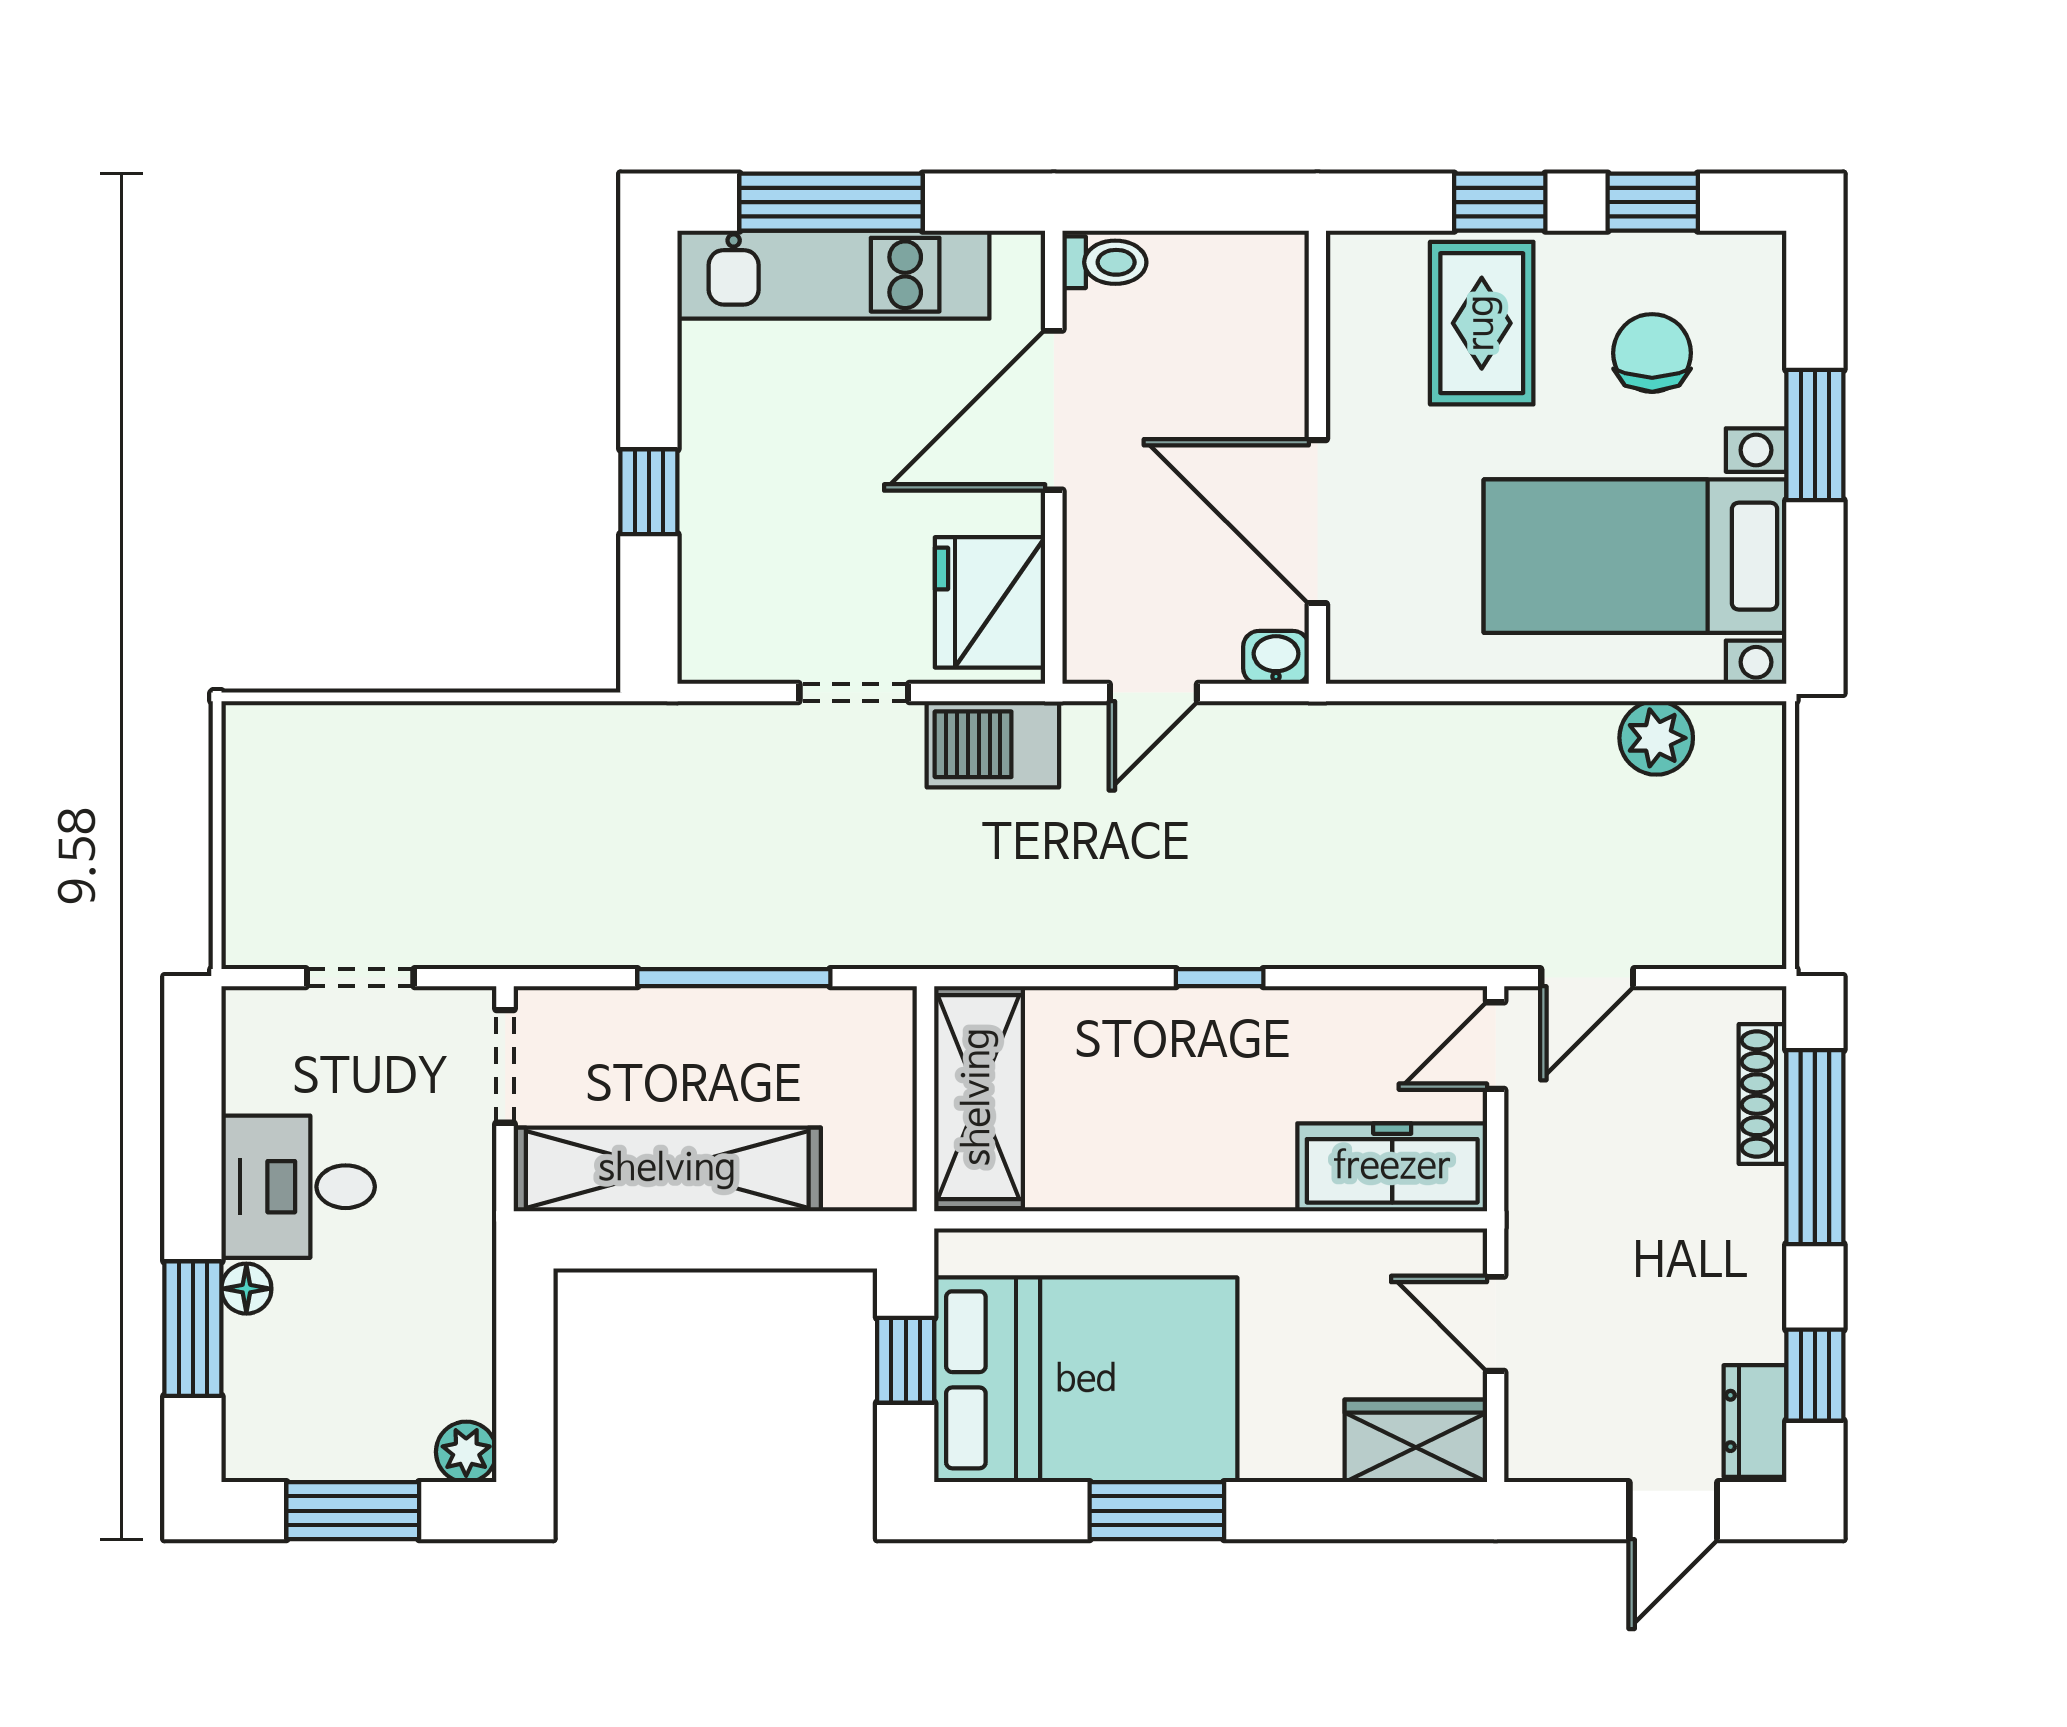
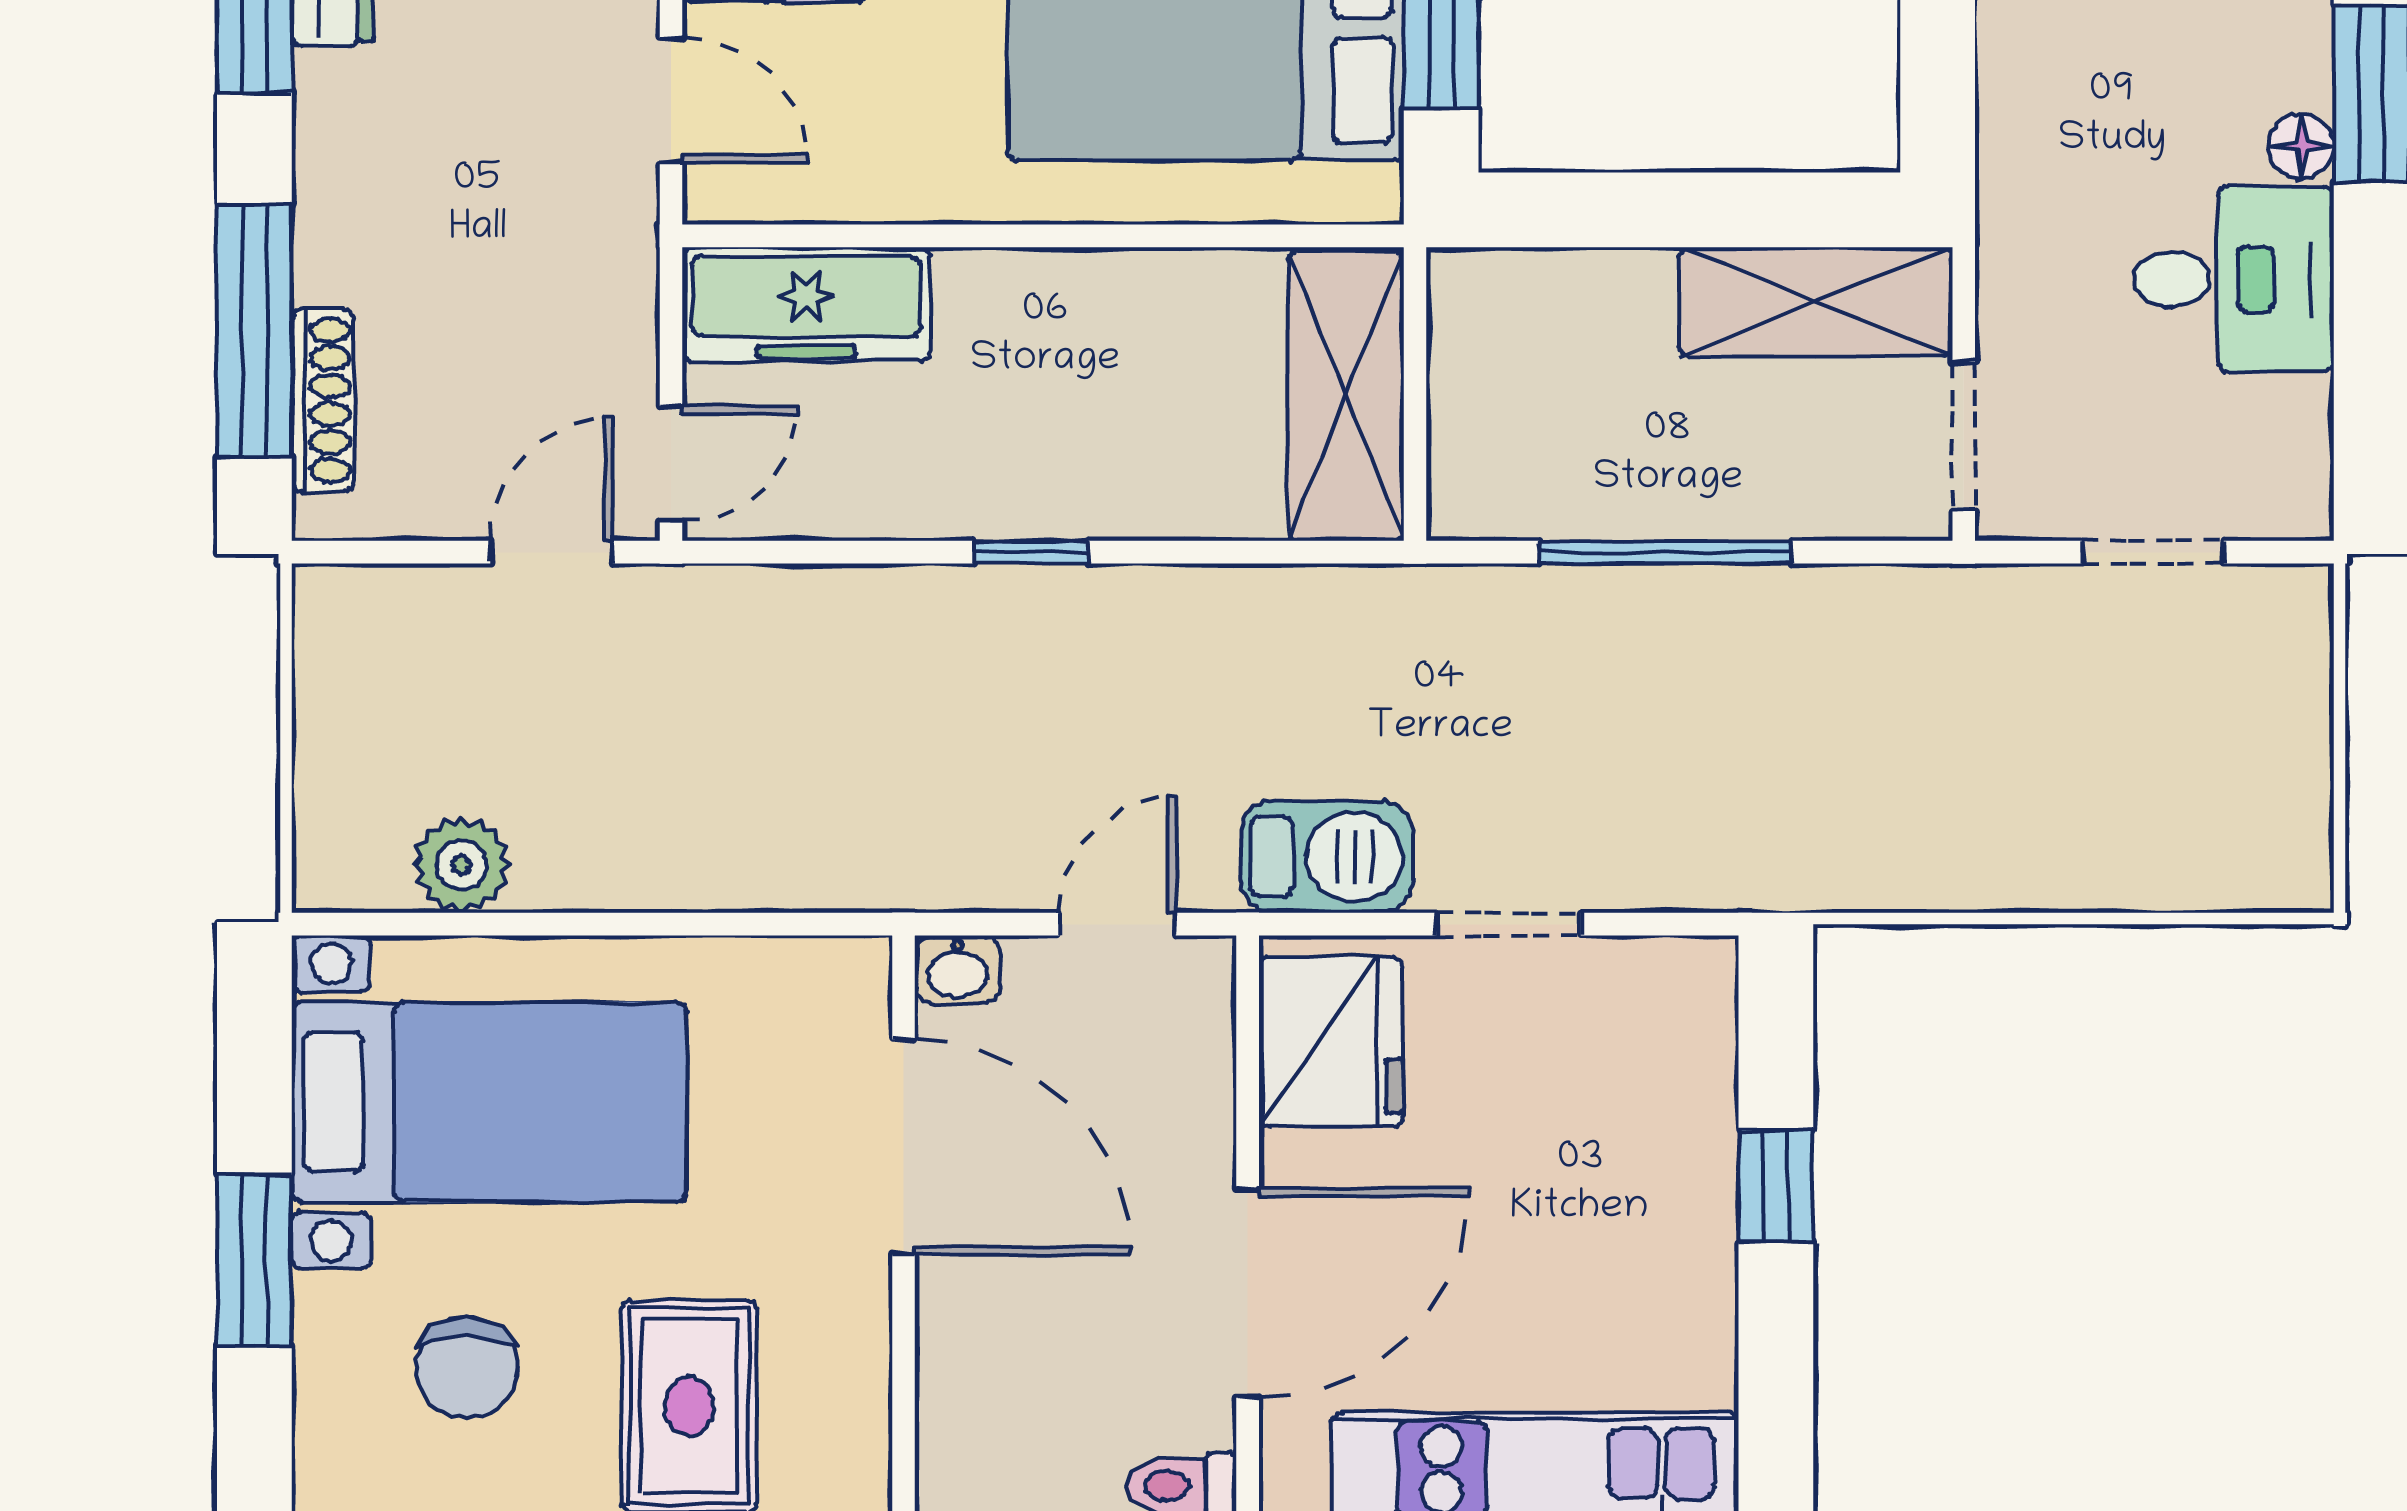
shelving: (667, 1169) -> (1816, 302), width x0.68

